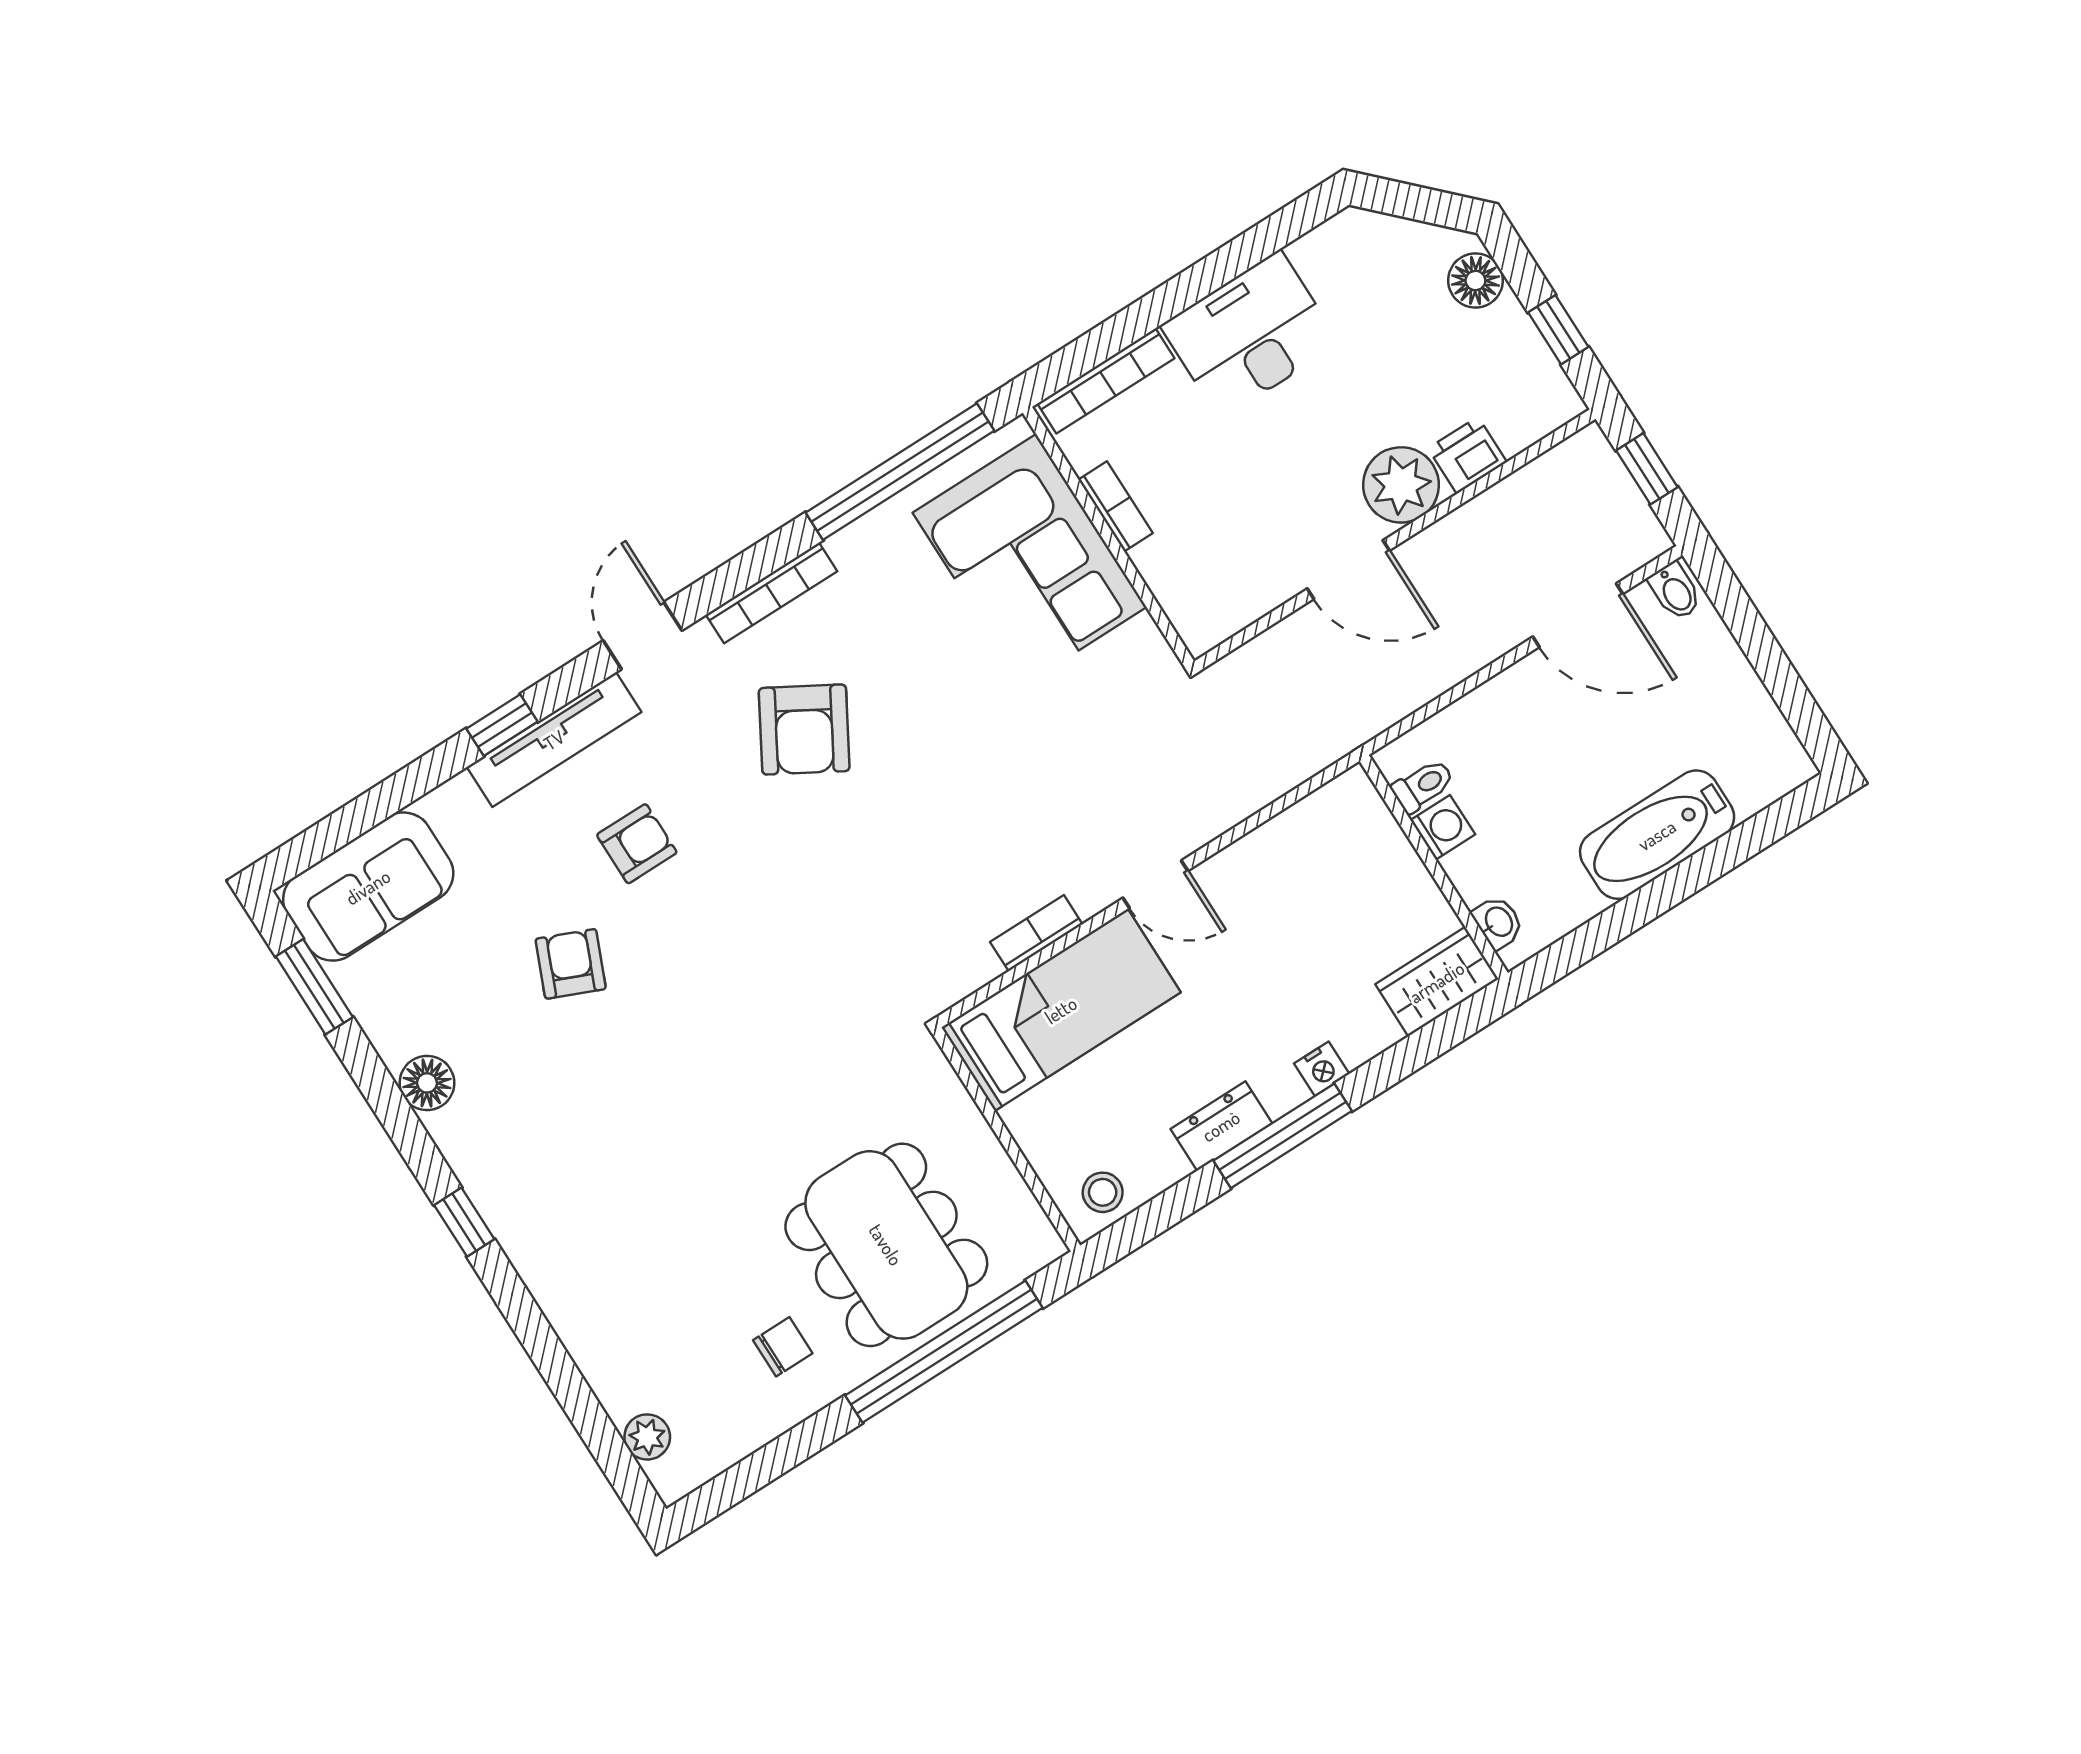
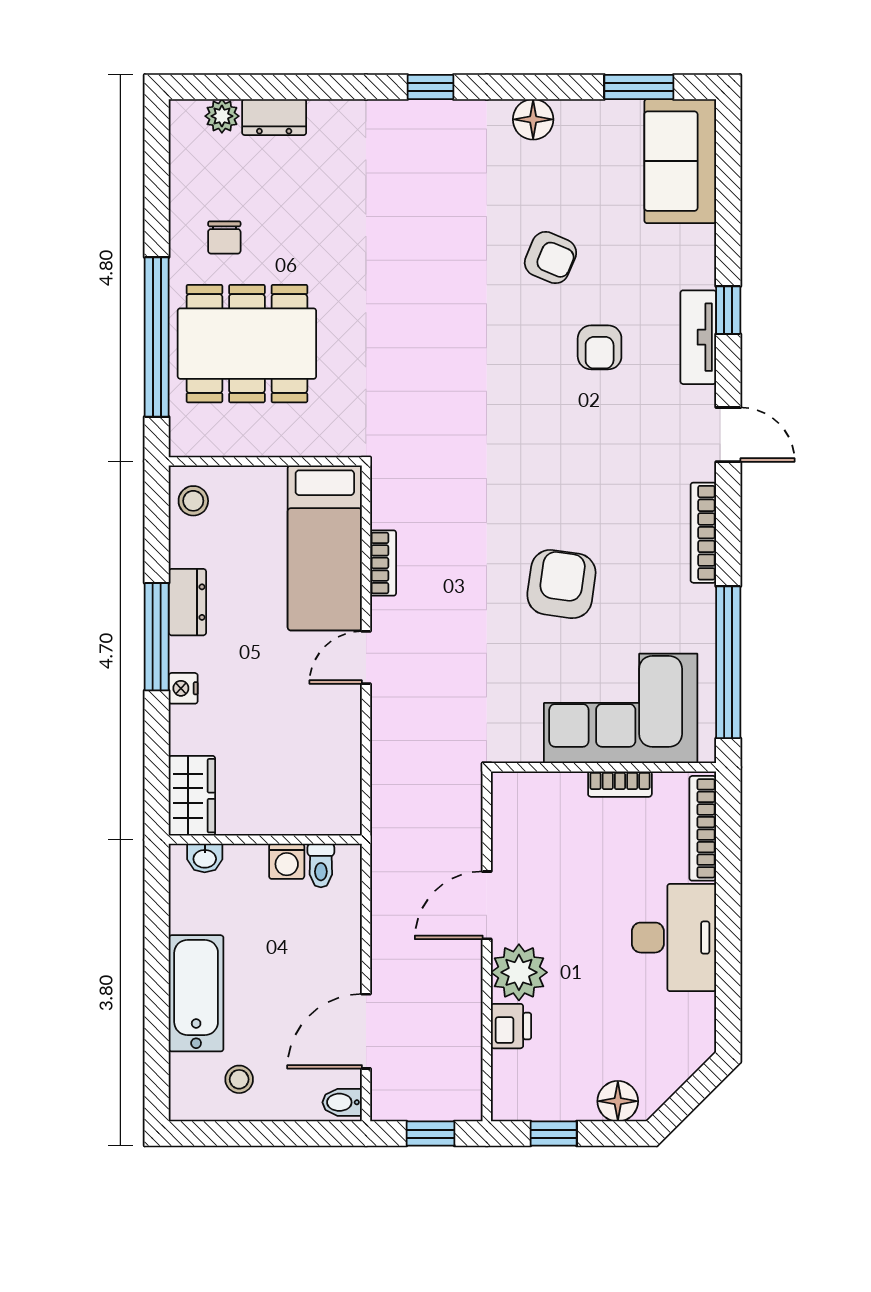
stool: (1723, 724) -> (239, 1079), added
armchair: (804, 730) -> (561, 584), moved, turned 68
tv unit: (554, 740) -> (698, 337), width x0.71
dresser: (611, 1377) -> (274, 117), added

